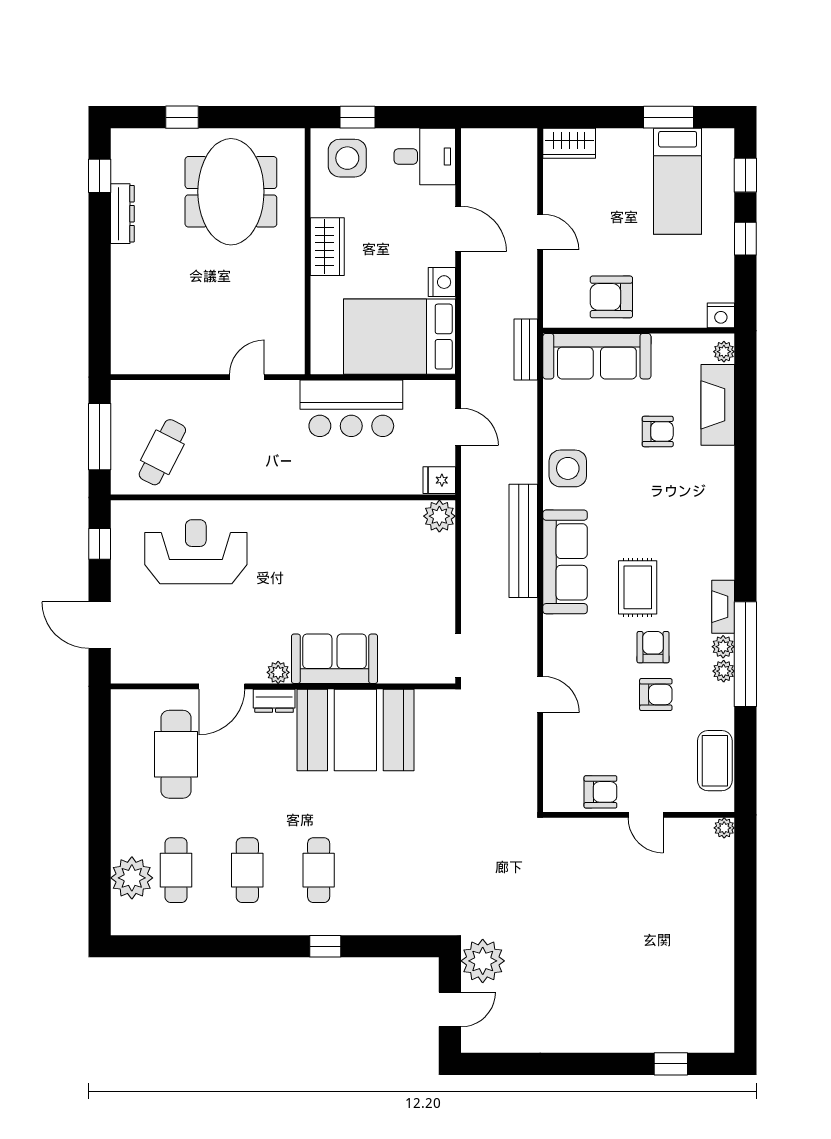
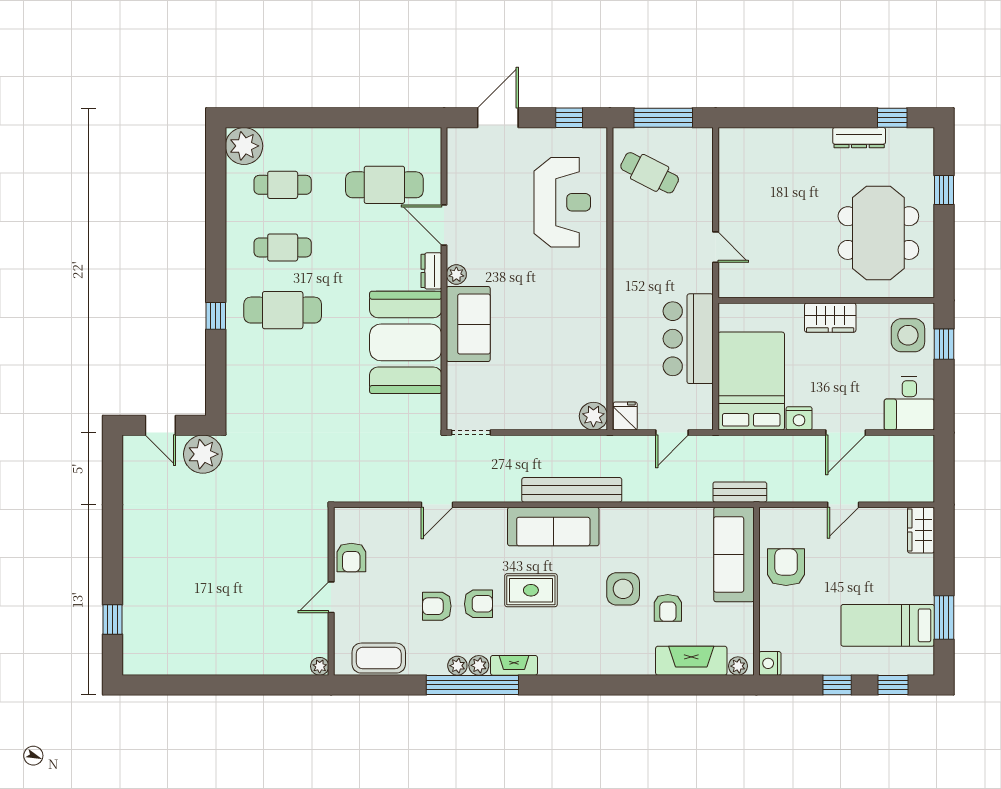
meeting table: (231, 192) -> (878, 233), turned 90
side table: (568, 468) -> (623, 589), moved
armchair: (656, 695) -> (437, 606), turned 90
cafe table: (319, 870) -> (283, 310), width x1.37, depth x1.35
plant: (132, 878) -> (244, 146), moved

